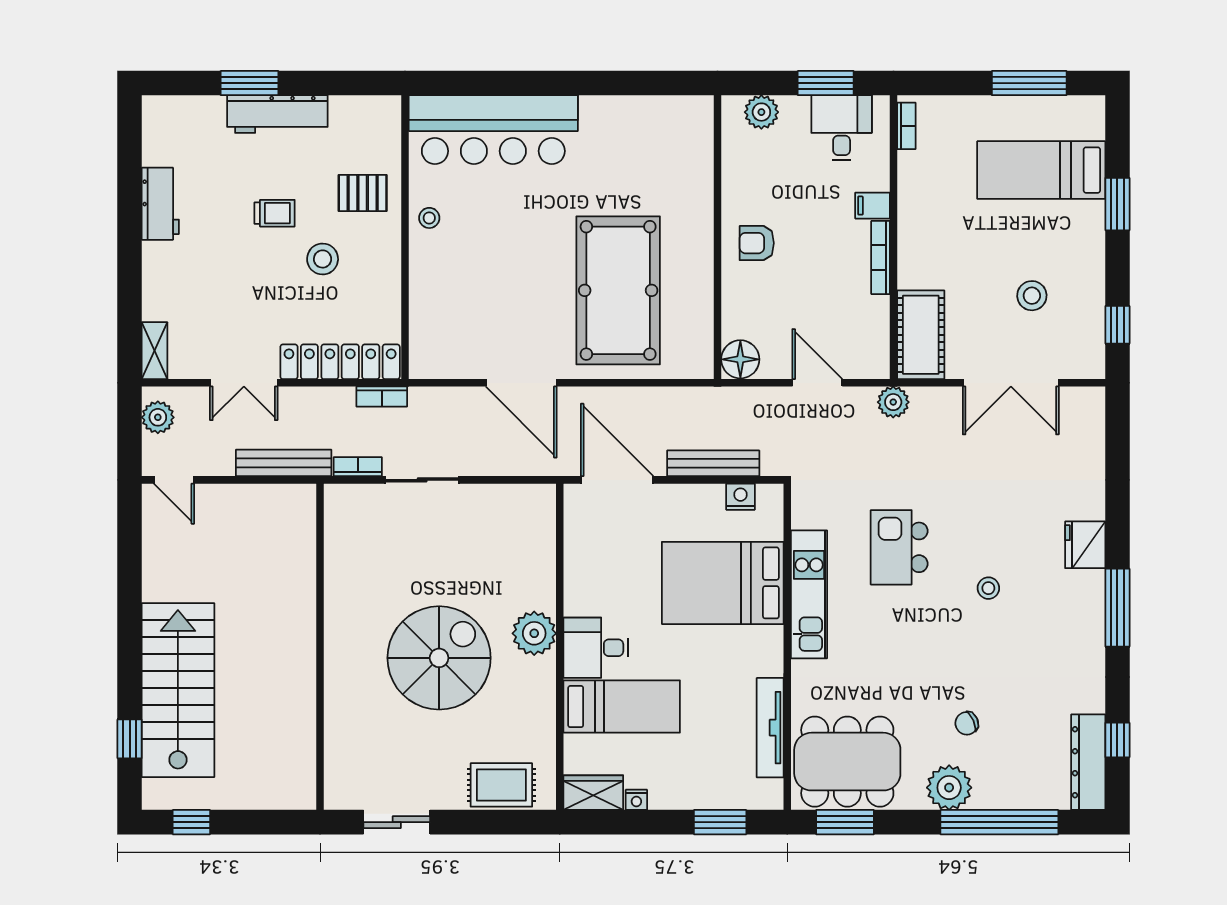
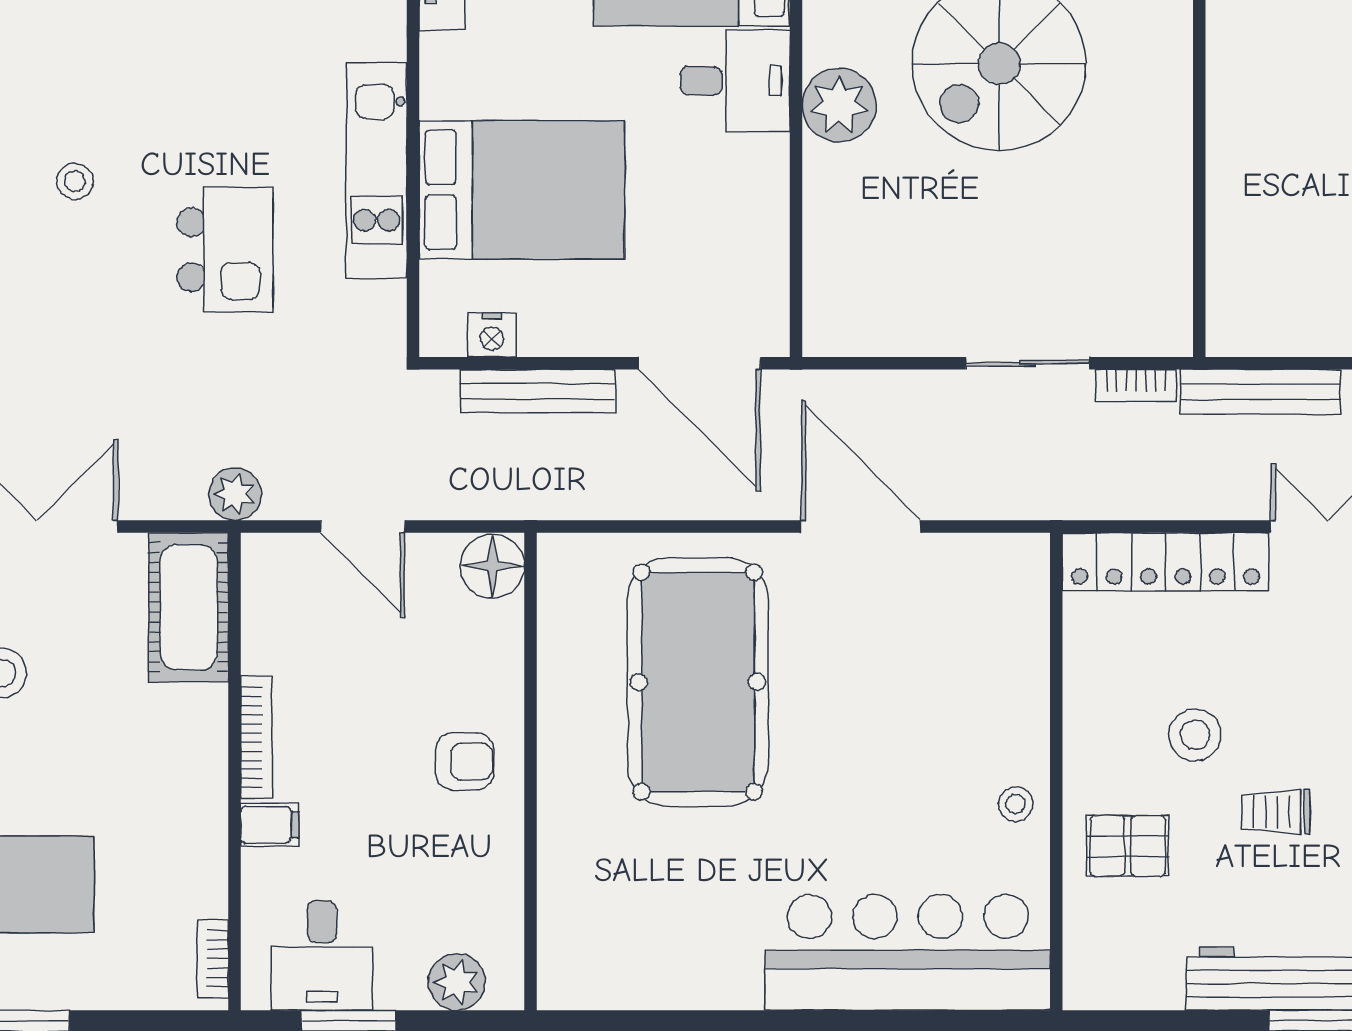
bookcase: (382, 397) -> (1095, 503), removed

